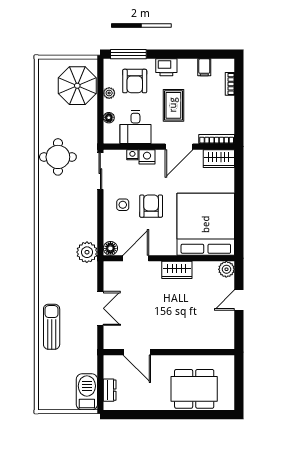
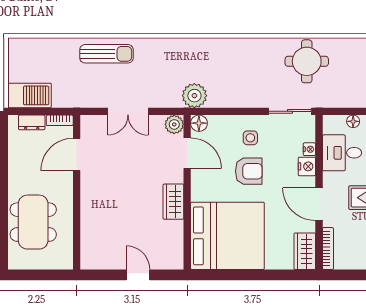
plant: (226, 269) -> (174, 124), moved
bookcase: (108, 366) -> (60, 120), added

